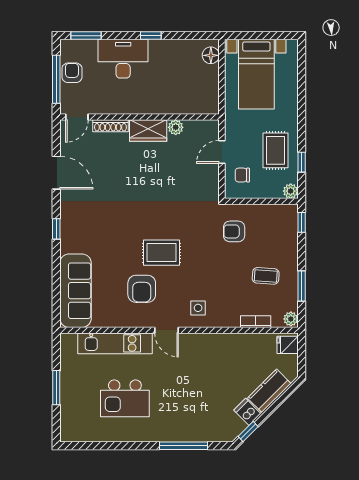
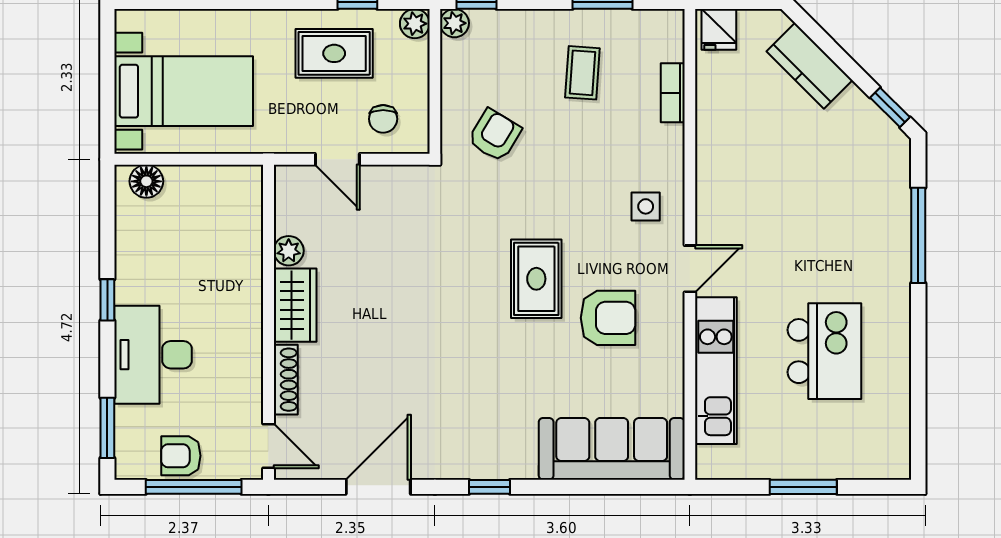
armchair: (234, 231) -> (495, 135), turned -149
plant: (291, 319) -> (454, 23), moved
dishwasher: (247, 412) -> (851, 109), removed

